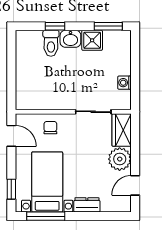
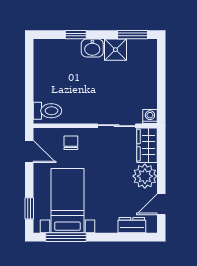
toilet: (51, 43) -> (48, 111), moved, turned -90
washing machine: (125, 83) -> (150, 117), moved, turned 90
dresser: (87, 205) -> (132, 225), moved

